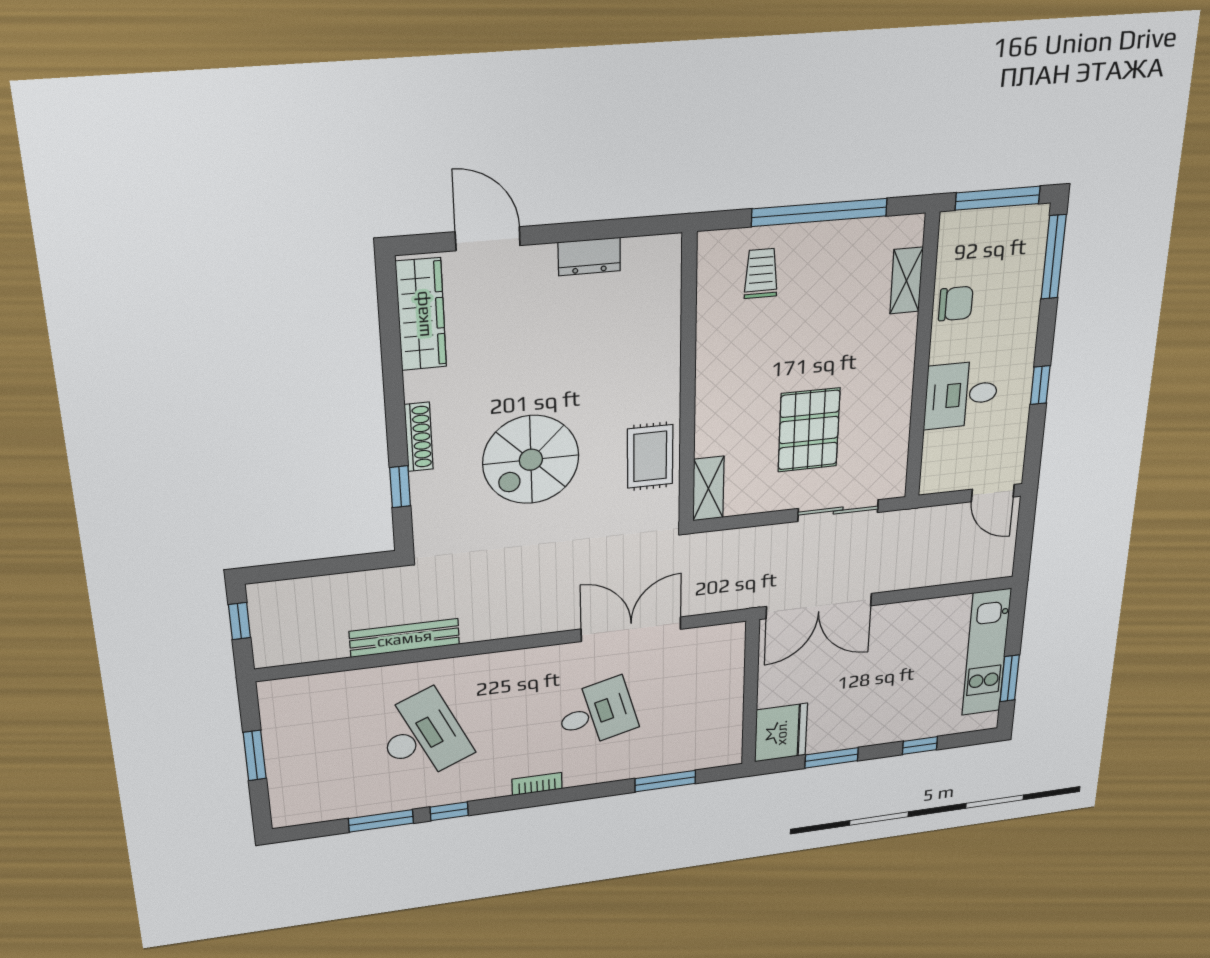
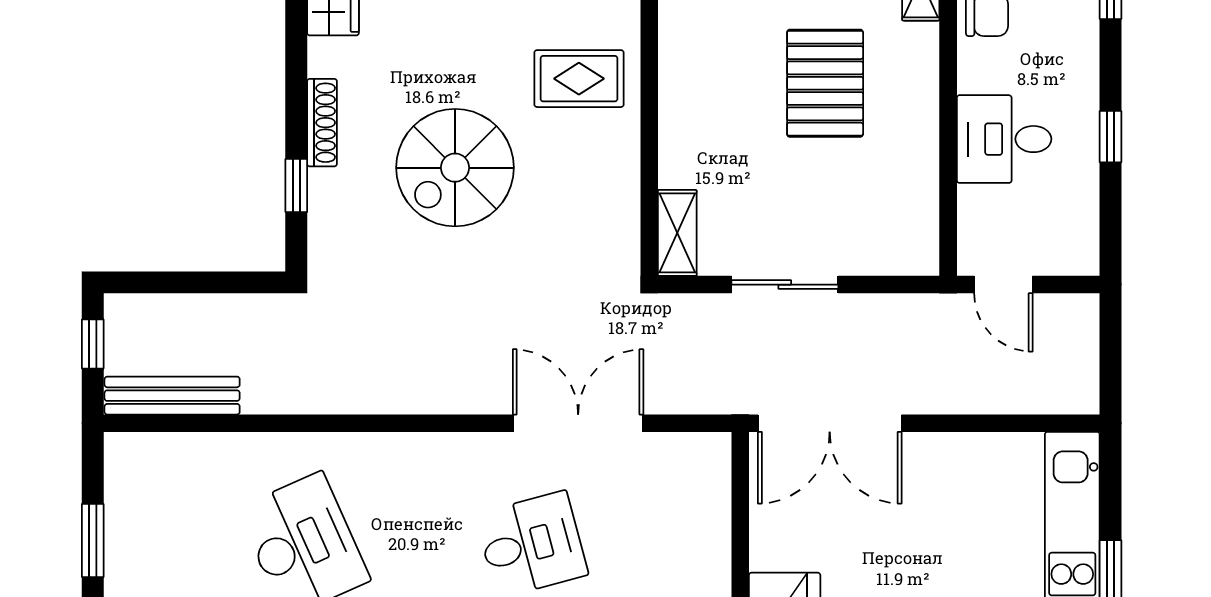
pallet: (809, 430) -> (825, 83), moved
rug: (650, 456) -> (579, 79), moved, turned 90
door: (993, 493) -> (1003, 285), moved
sliding door: (838, 511) -> (785, 285), moved
bench: (405, 638) -> (172, 396), moved

